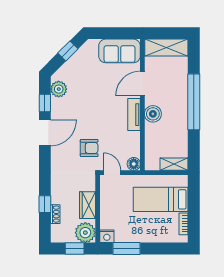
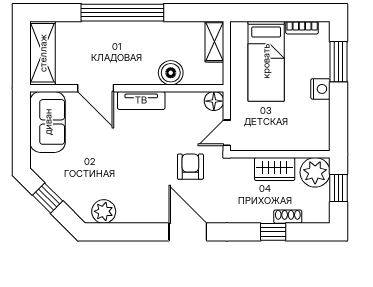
window: (45, 103) -> (124, 232), removed
boiler: (153, 114) -> (171, 73), moved
door: (45, 133) -> (188, 232), moved
nightstand: (107, 236) -> (320, 89), moved
window: (126, 249) -> (339, 62), moved

